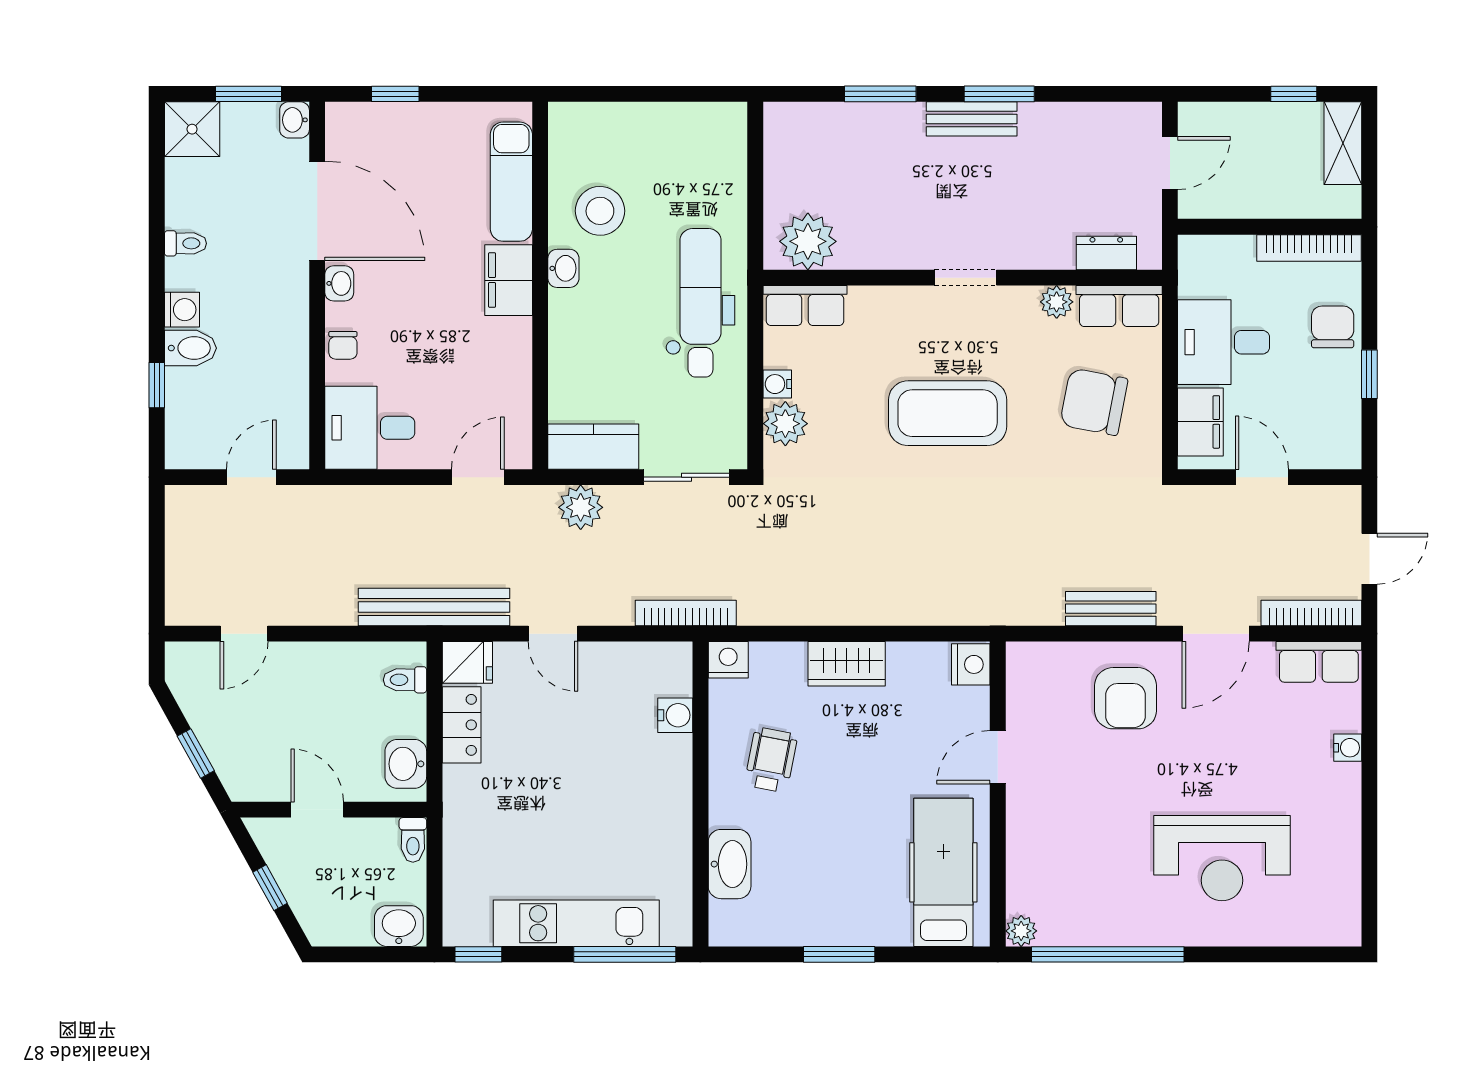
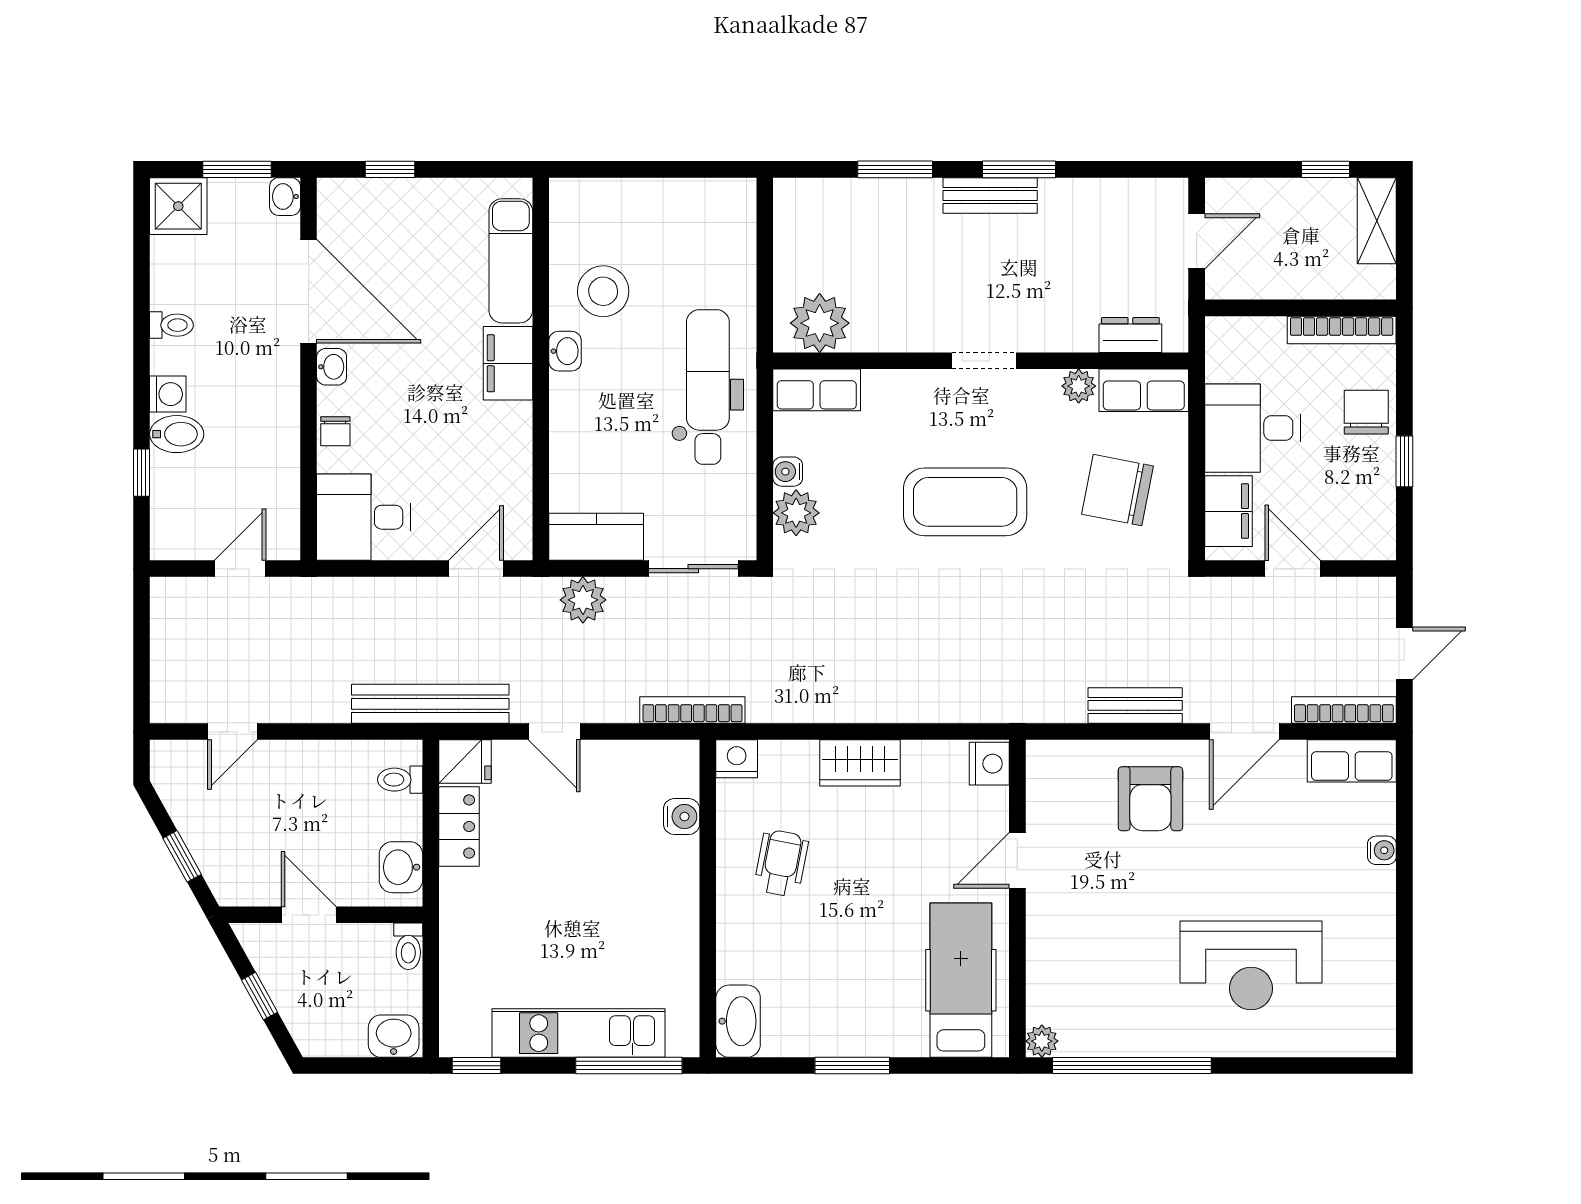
washbasin: (730, 864) -> (738, 1021), moved

